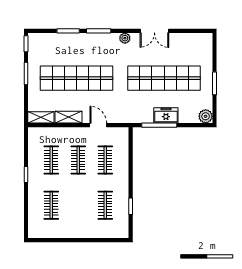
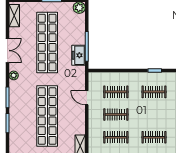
freezer: (166, 115) -> (79, 55), moved
shelving: (68, 117) -> (14, 16), moved
door: (98, 125) -> (87, 98), hinge flipped

